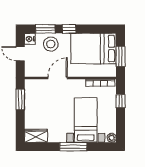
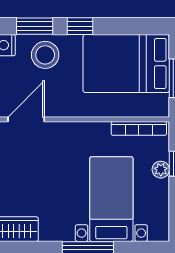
door: (58, 78) -> (26, 119), moved
plant: (112, 138) -> (161, 170), moved

